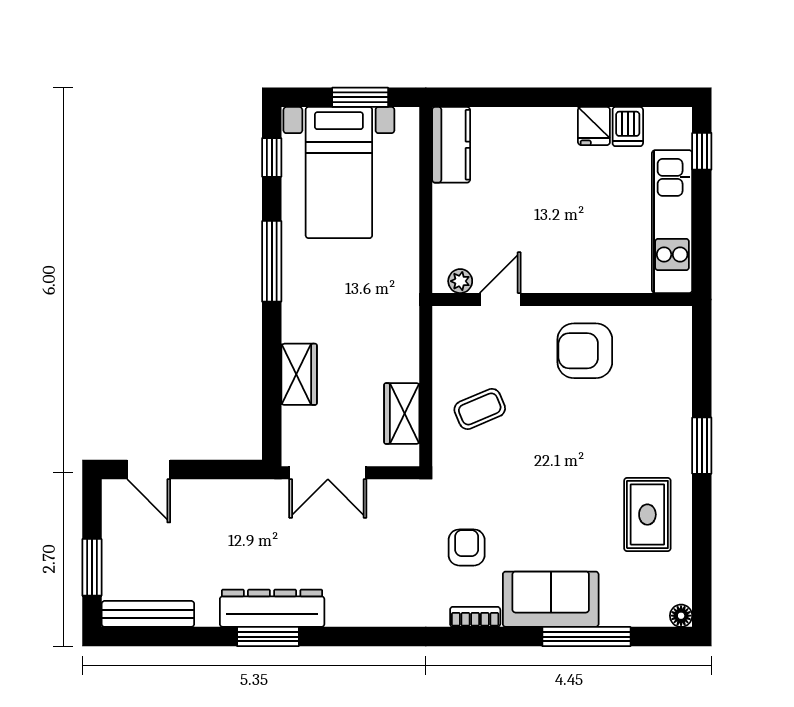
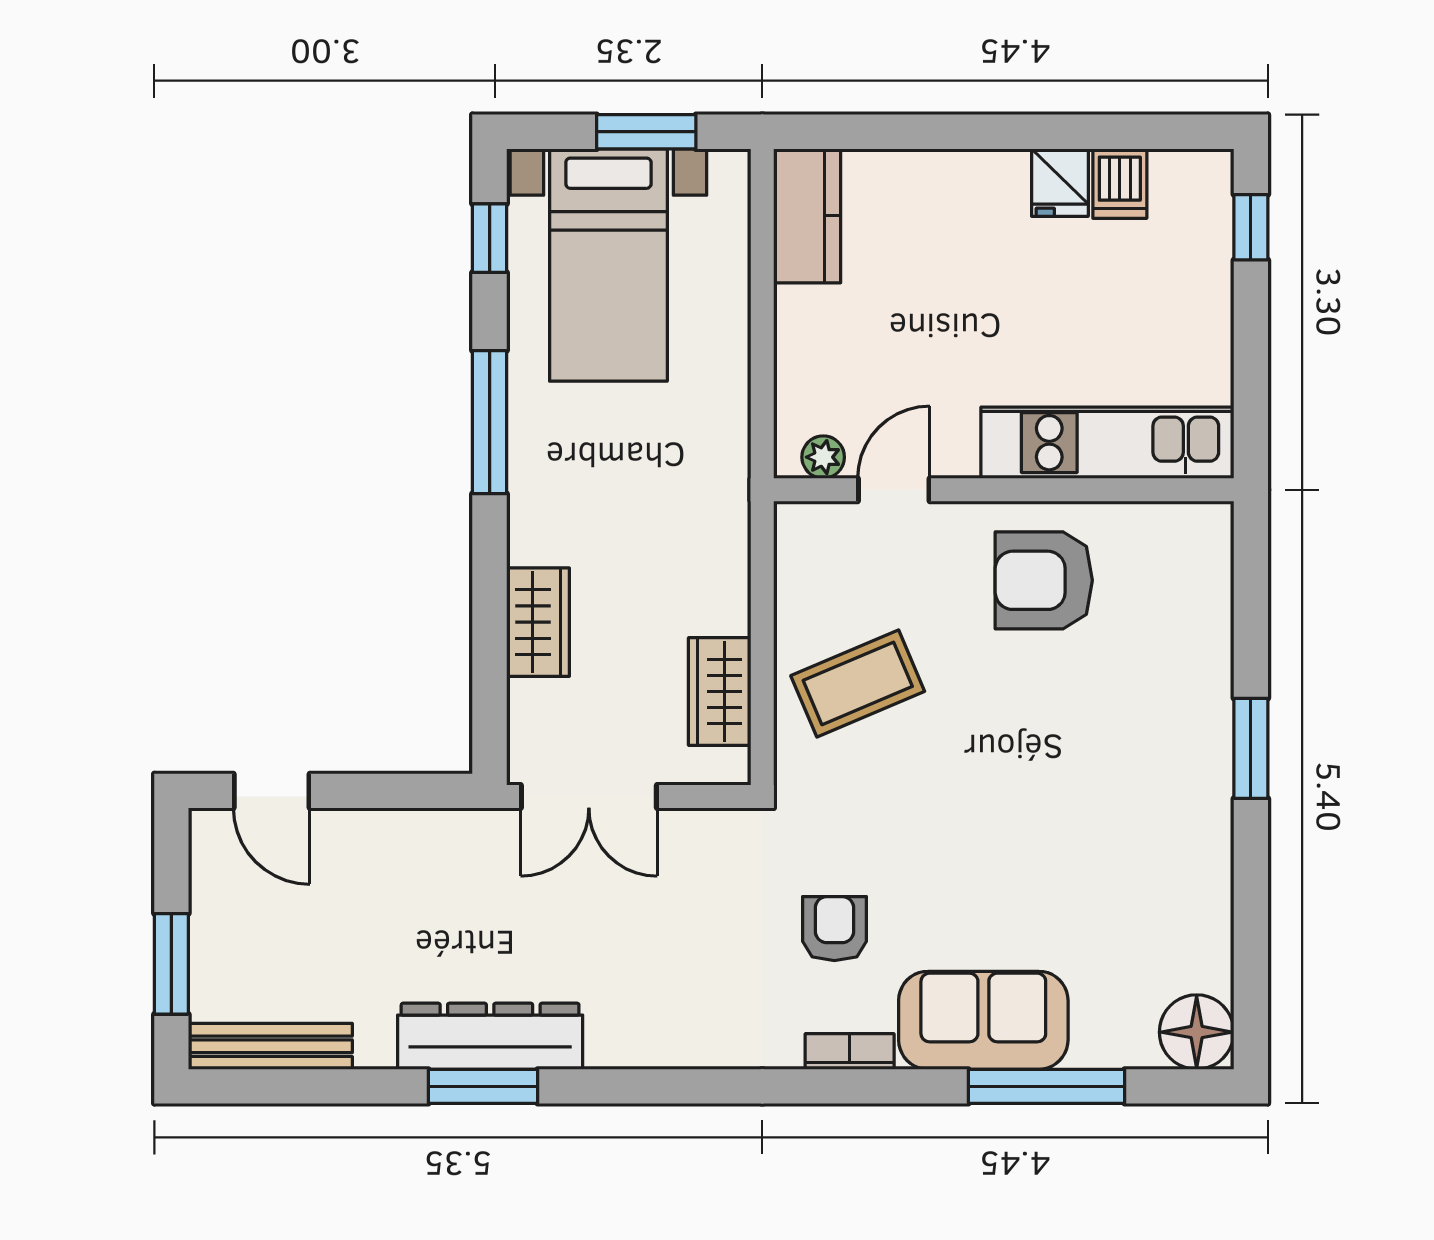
kitchen unit: (672, 222) -> (1107, 443), moved, turned 90
coffee table: (480, 409) -> (858, 683), width x1.36, depth x1.30
rug: (647, 515) -> (1155, 870), removed
floor lamp: (681, 616) -> (1197, 1032), width x1.89, depth x1.89

